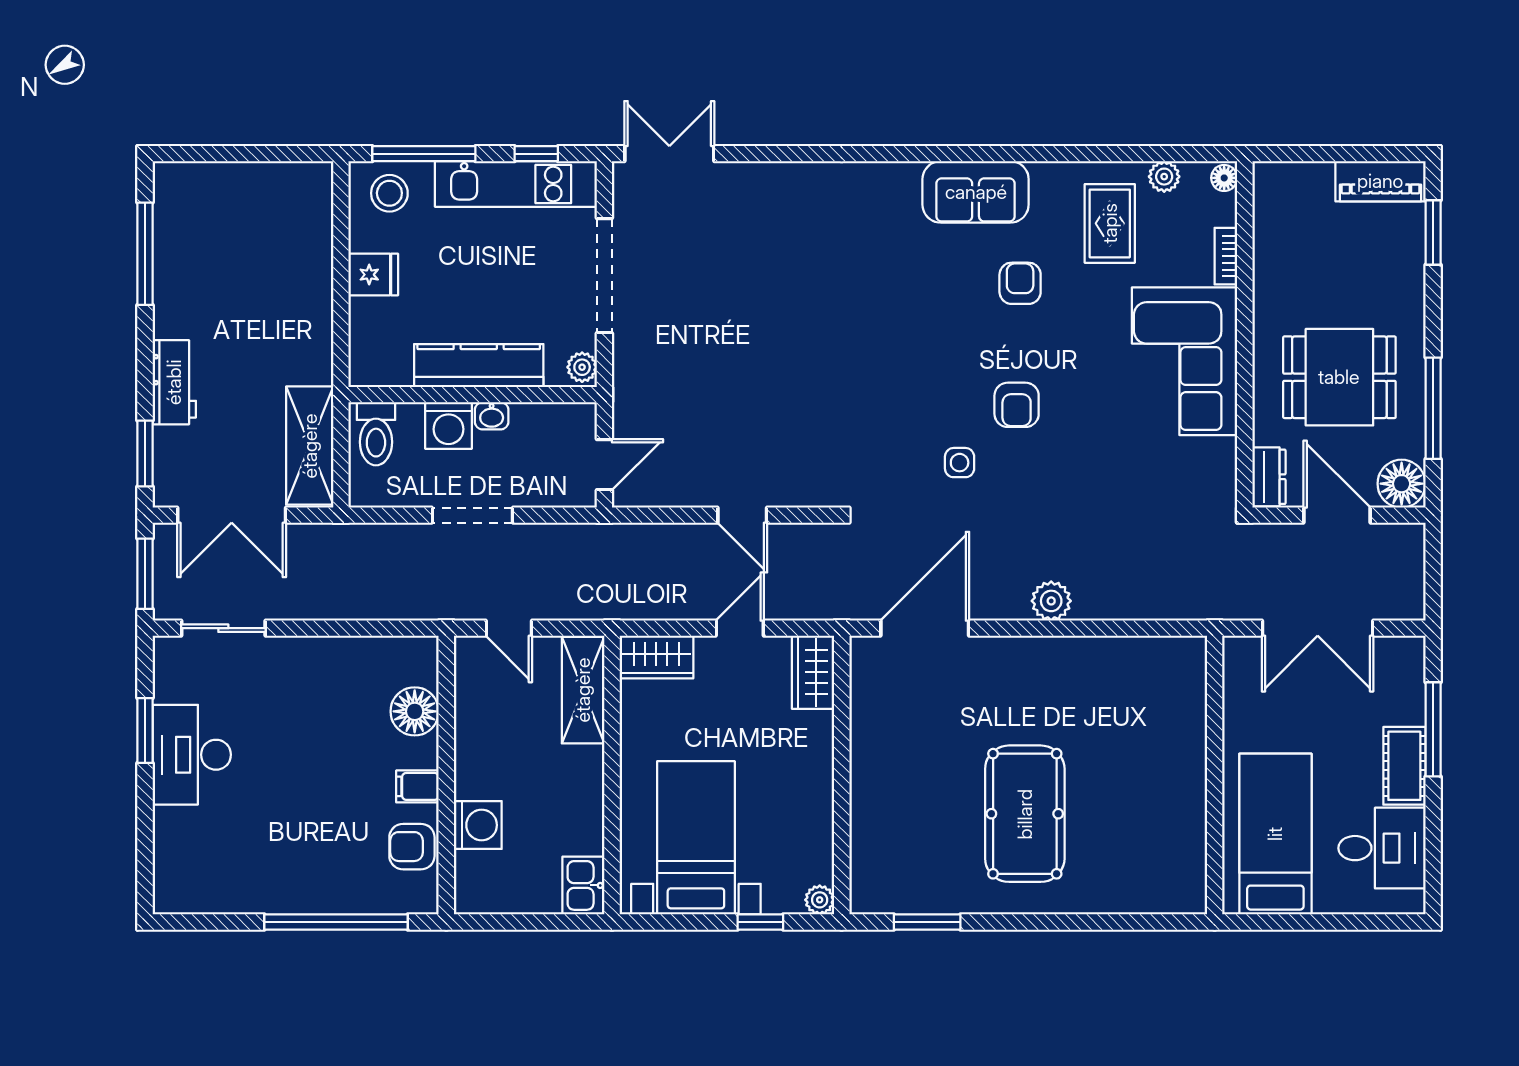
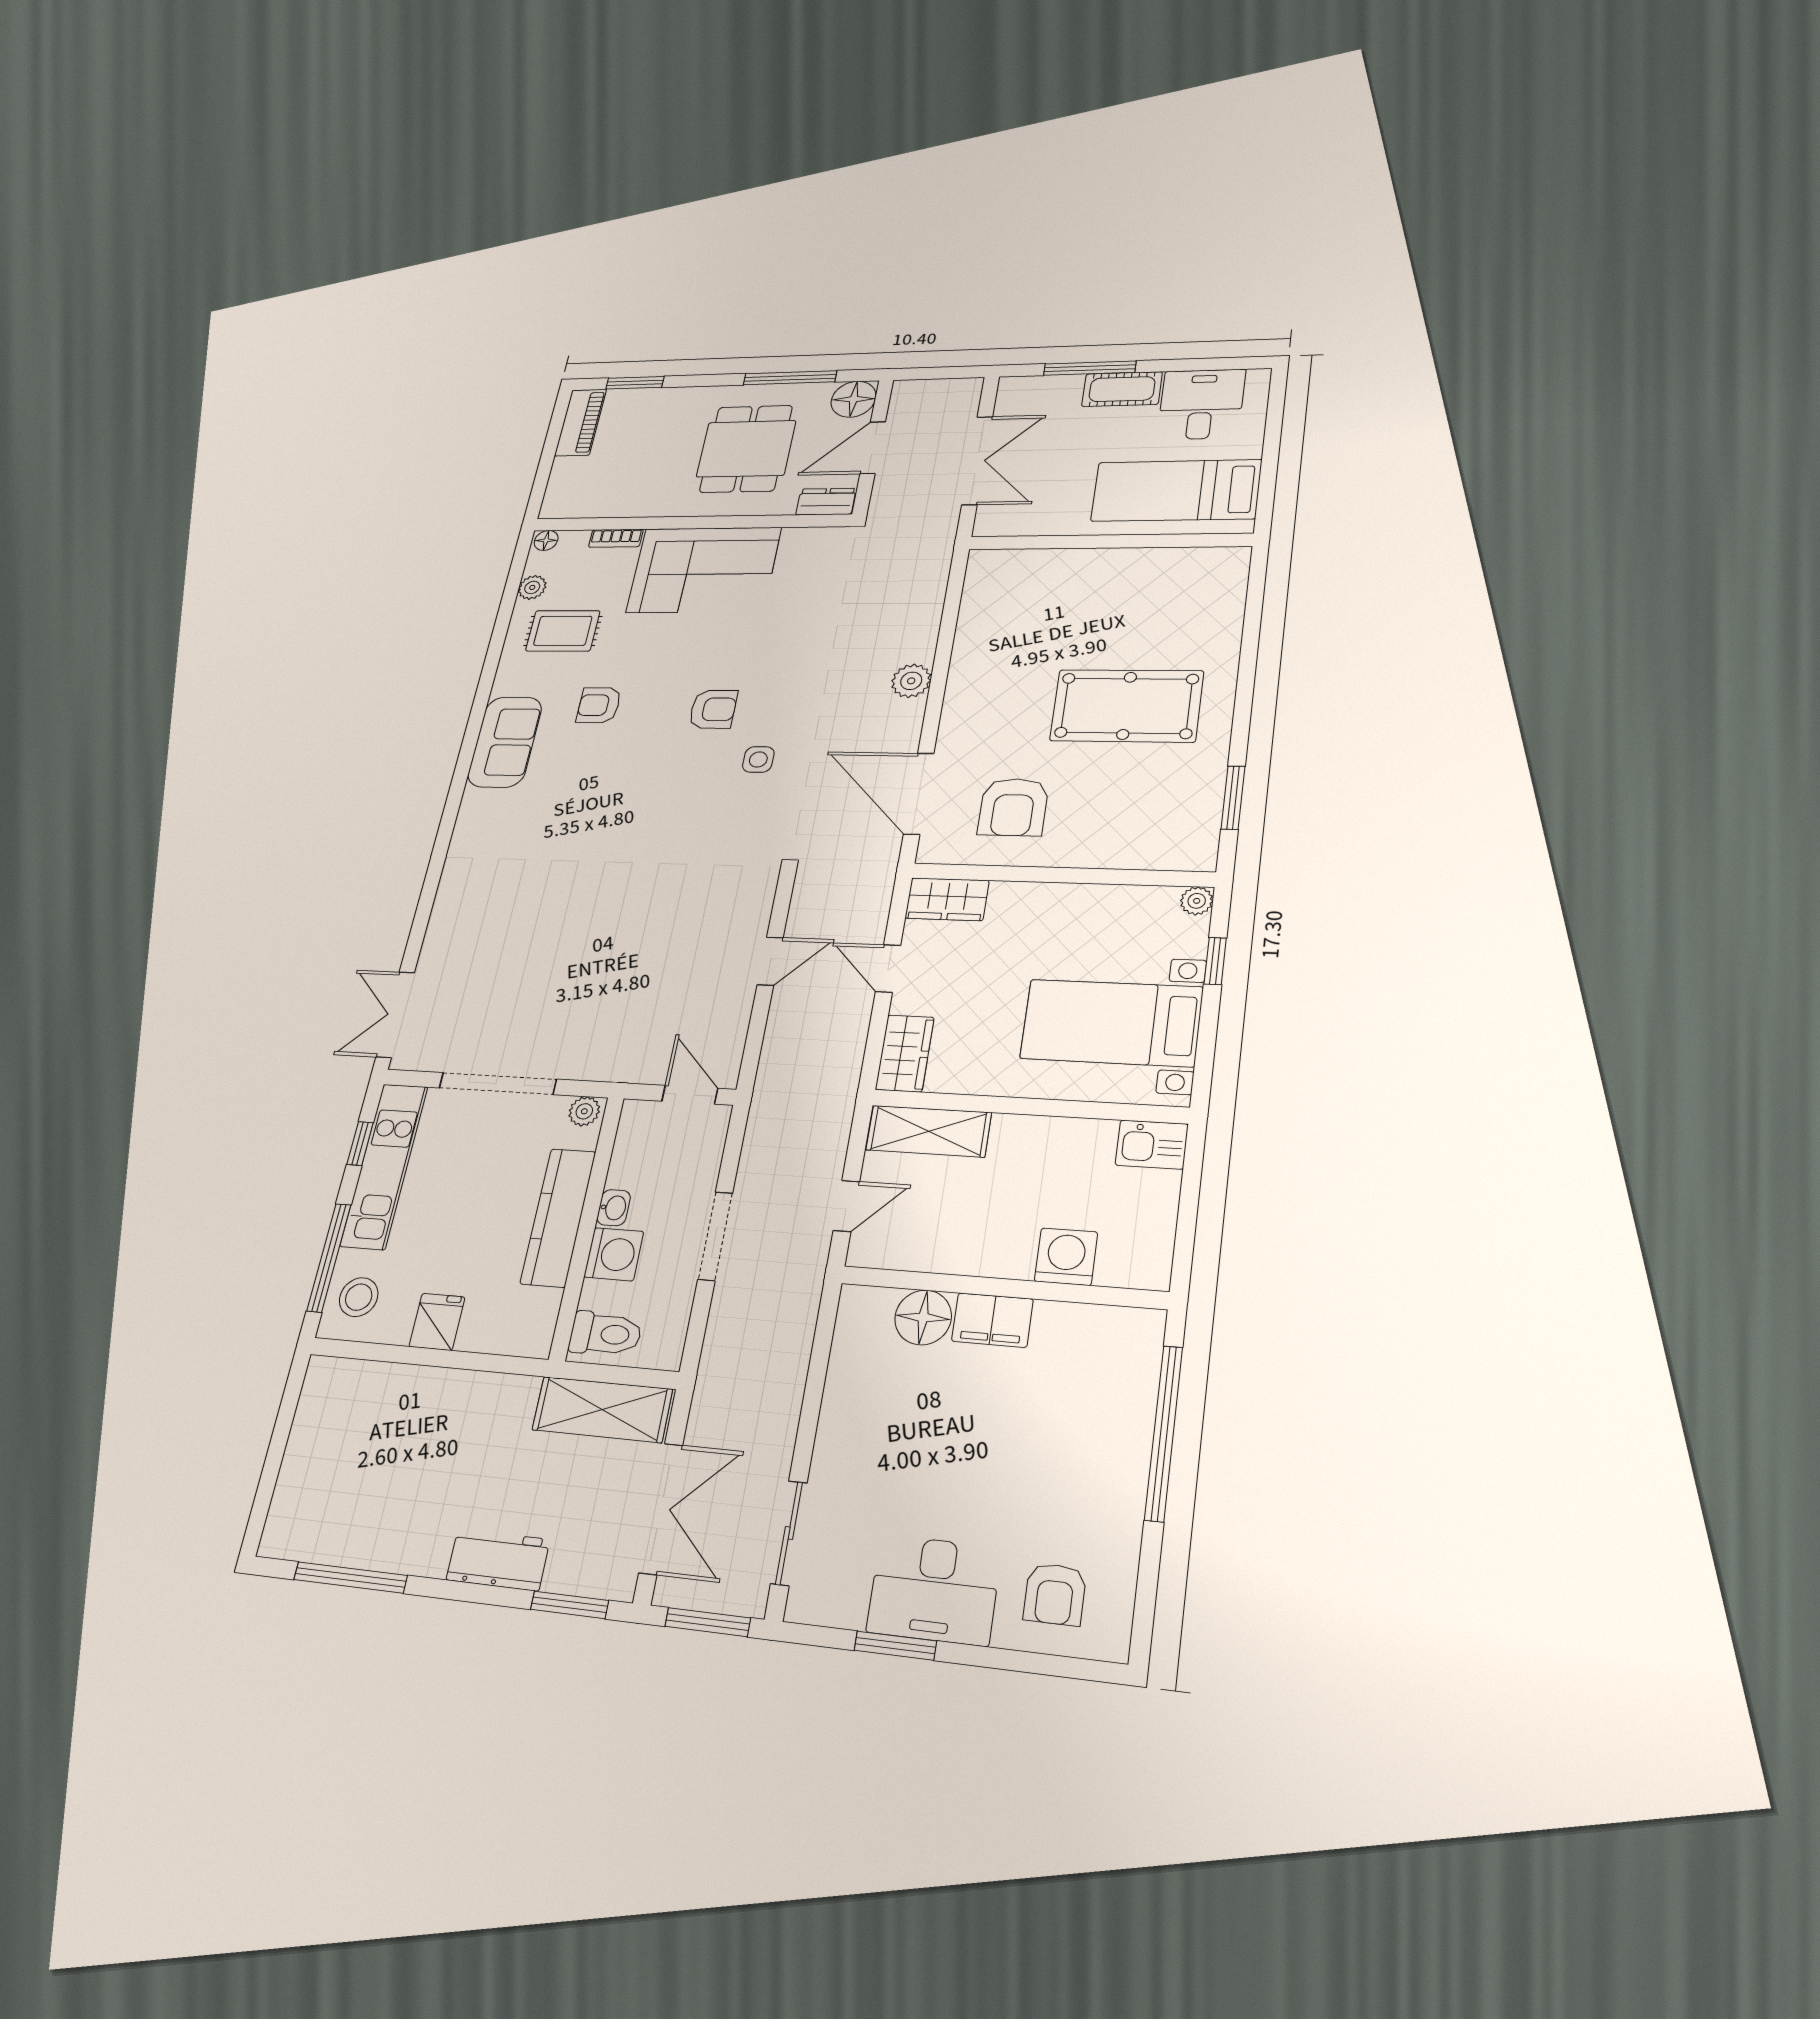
armchair: (912, 721) -> (1013, 807), added
filing cabinet: (417, 786) -> (992, 1320), width x2.00
armchair: (412, 847) -> (1055, 1594), moved

